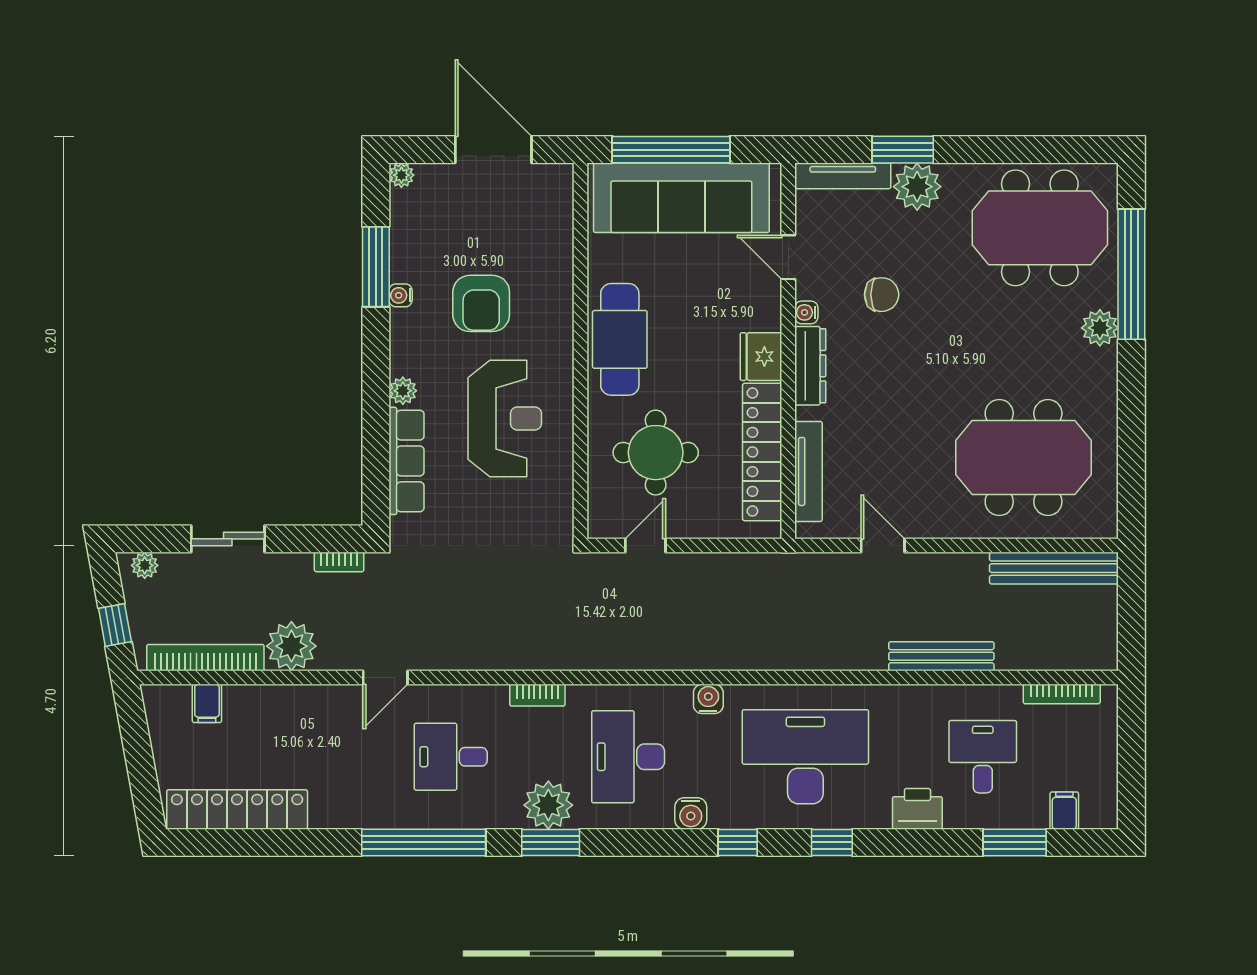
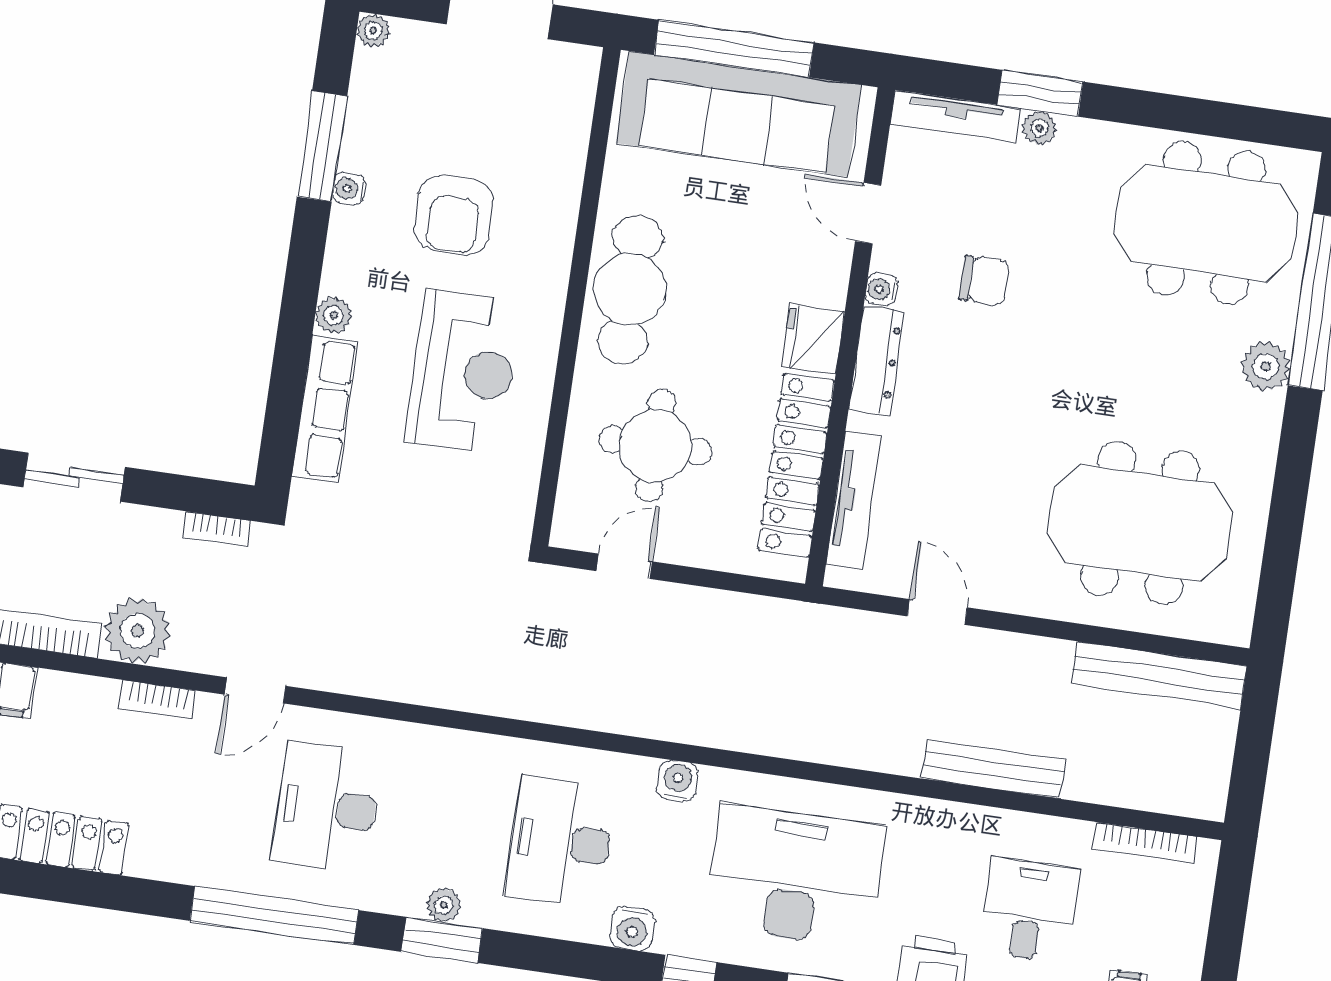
plant: (917, 187) -> (1039, 128), width x0.53, depth x0.53
bookcase: (537, 695) -> (157, 700), moved
desk: (451, 757) -> (326, 807), width x1.37
plant: (548, 805) -> (444, 905), width x0.53, depth x0.53

